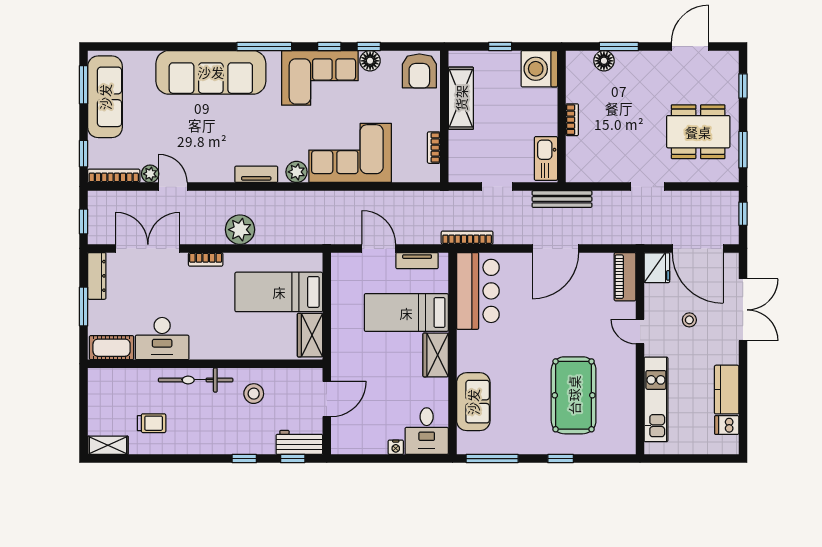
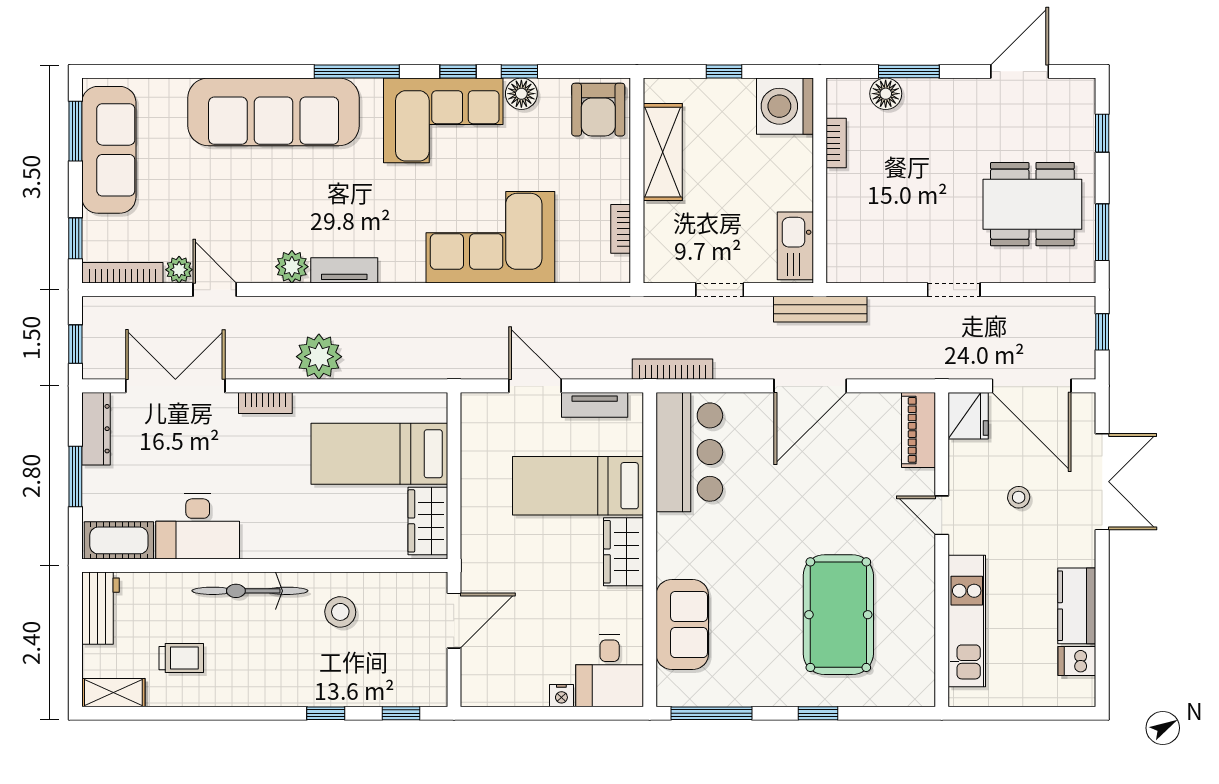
bookcase: (572, 120) -> (836, 143), moved
plant: (297, 172) -> (292, 267), moved
workbench: (299, 442) -> (100, 608), moved, turned 90

